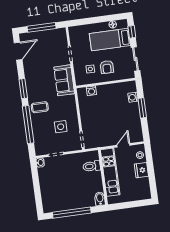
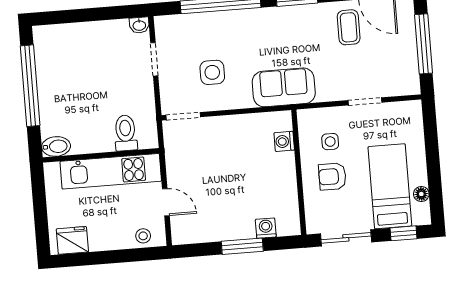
sofa: (64, 80) -> (284, 87), moved
coffee table: (40, 107) -> (349, 27), moved
fridge: (141, 170) -> (72, 240), moved

